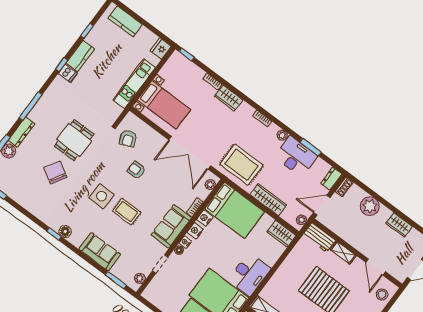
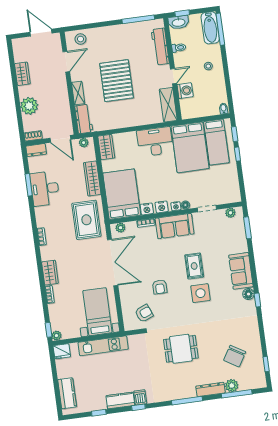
plant: (282, 135) -> (57, 336), moved
chair: (55, 173) -> (235, 356), moved
sofa: (100, 252) -> (241, 271), moved

